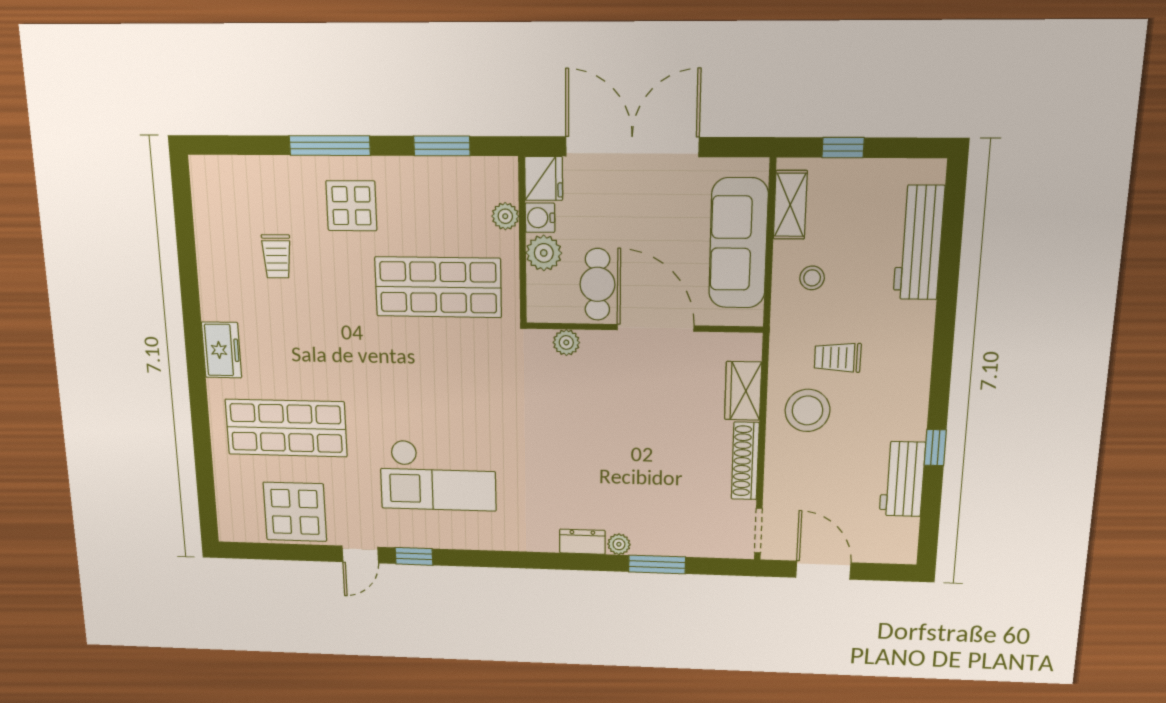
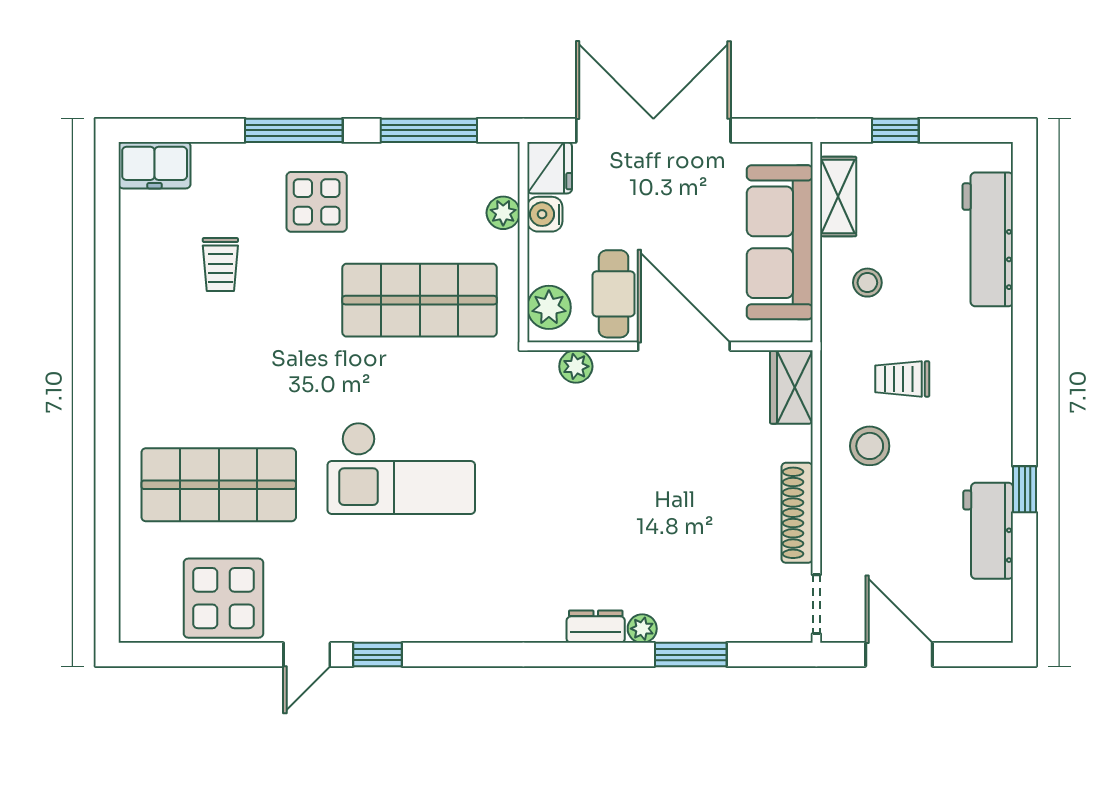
window: (442, 146) -> (429, 130), width x1.44
plant: (544, 253) -> (549, 307), moved
freezer: (222, 350) -> (155, 165), moved, turned 90
wardrobe: (743, 391) -> (791, 387), moved
stool: (807, 410) -> (870, 446), width x0.73, depth x0.73
checkout: (438, 475) -> (401, 468), moved

